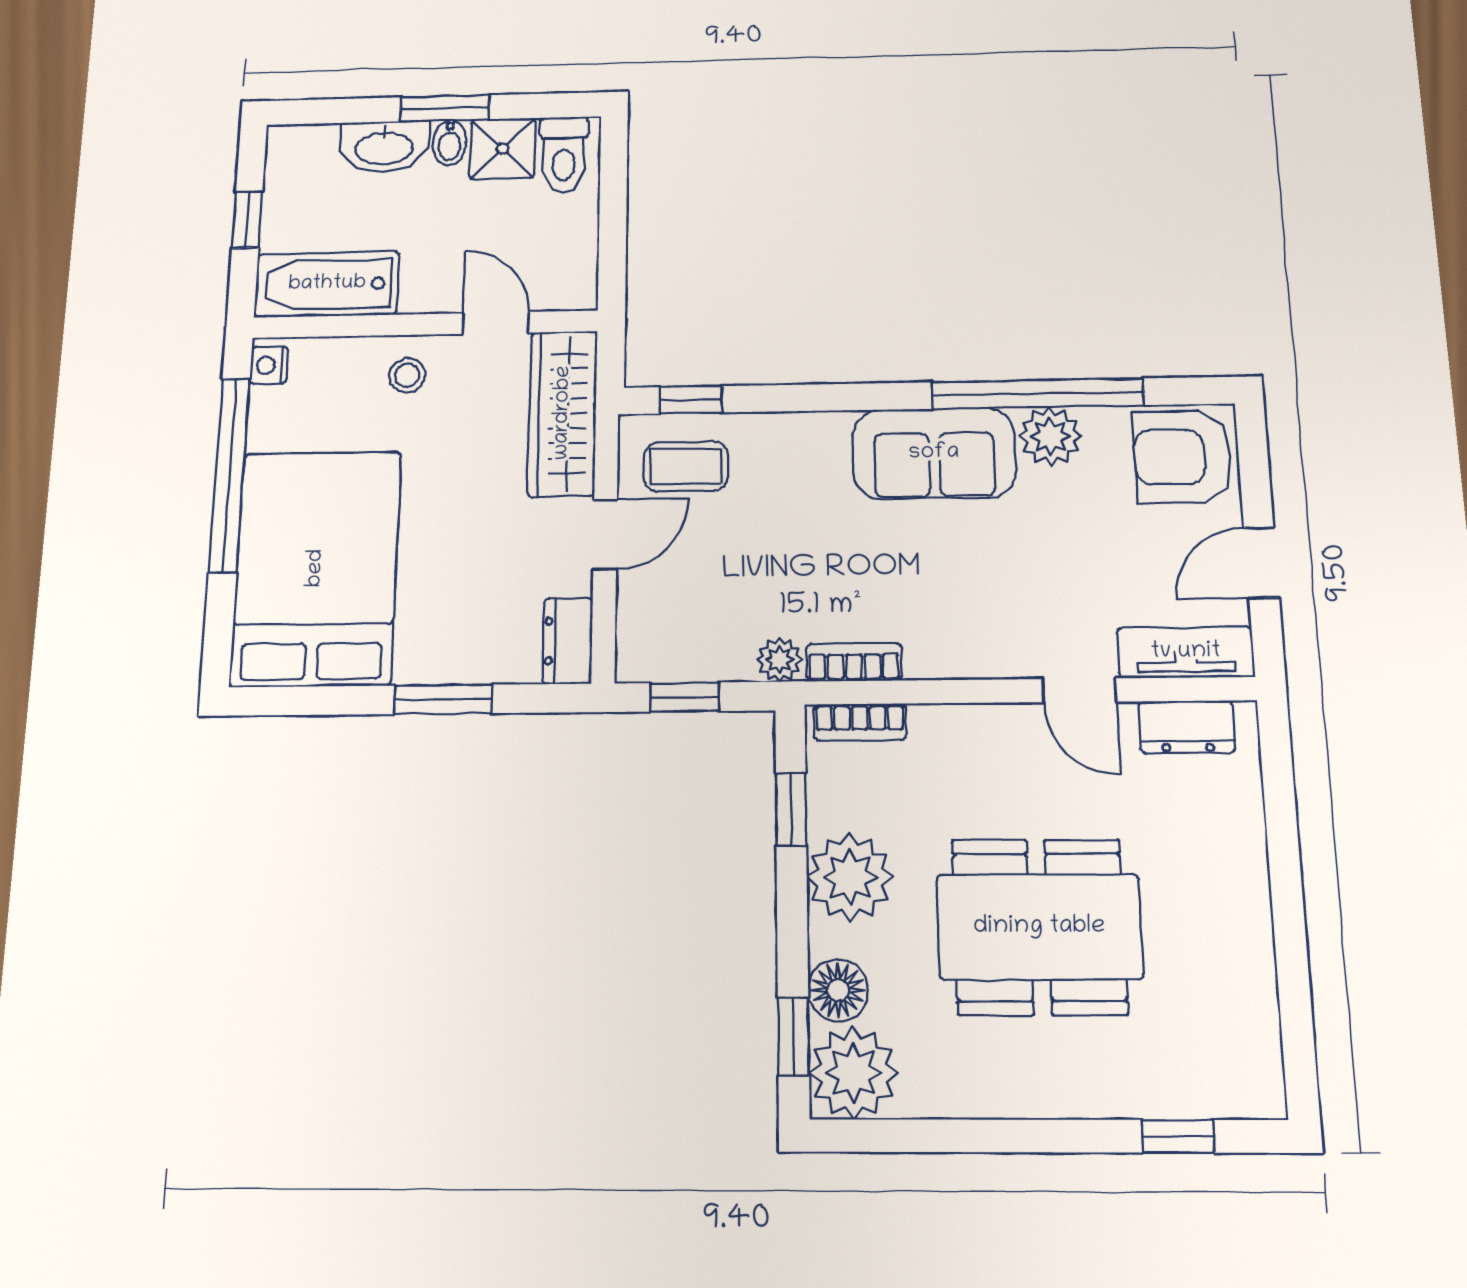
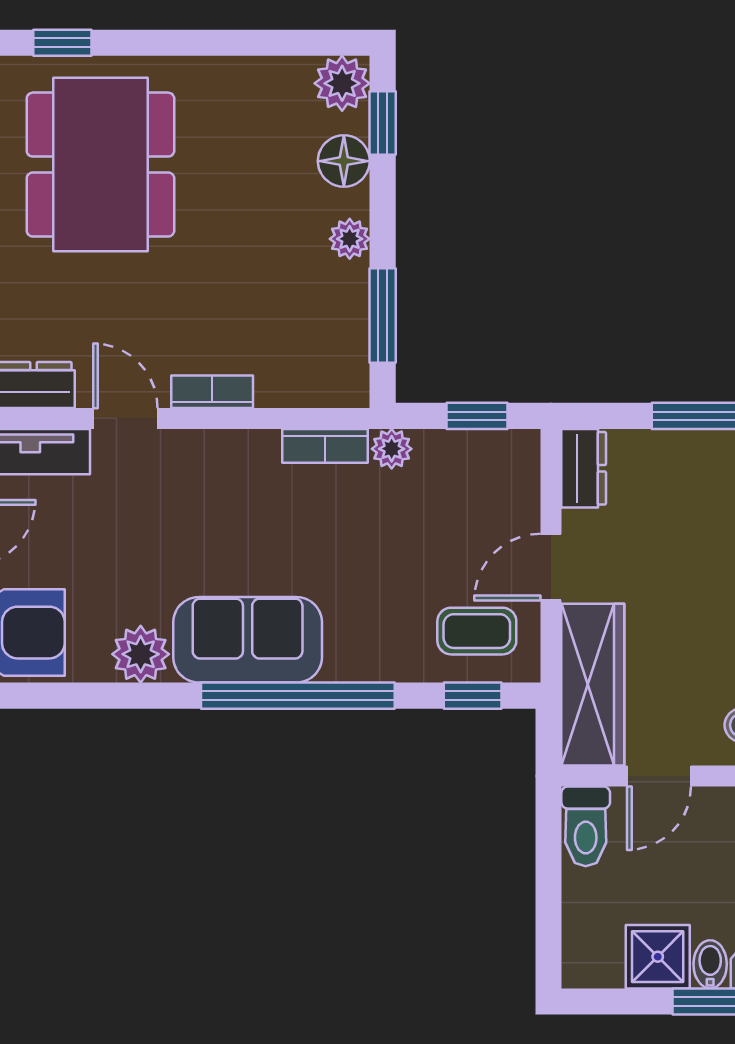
toilet: (564, 155) -> (586, 826), moved, turned 180
door: (496, 323) -> (659, 776), hinge flipped
window: (1038, 394) -> (298, 696), moved
bookcase: (860, 722) -> (212, 392), moved
window: (791, 809) -> (383, 315), width x1.50
plant: (850, 877) -> (350, 239), width x0.53, depth x0.53
dining table: (1039, 927) -> (100, 165), moved, turned 90
plant: (853, 1073) -> (342, 83), width x0.73, depth x0.73

